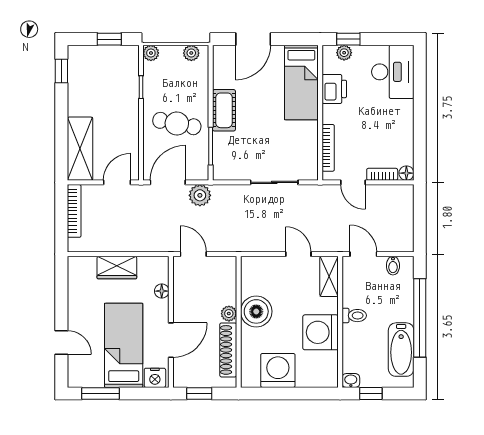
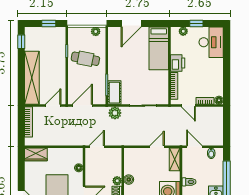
window: (348, 39) -> (196, 23), moved
plant: (151, 53) -> (73, 31), removed
printer: (334, 89) -> (178, 63), moved
cot: (224, 110) -> (114, 93), moved
cafe table: (177, 124) -> (85, 59), moved
shelving: (80, 149) -> (32, 78), width x1.47
plant: (200, 195) -> (115, 113), moved
door: (193, 254) -> (97, 147), hinge flipped
door: (298, 254) -> (157, 147), hinge flipped
wardrobe: (117, 268) -> (36, 154), moved
boiler: (256, 311) -> (129, 180), width x0.54, depth x0.54

